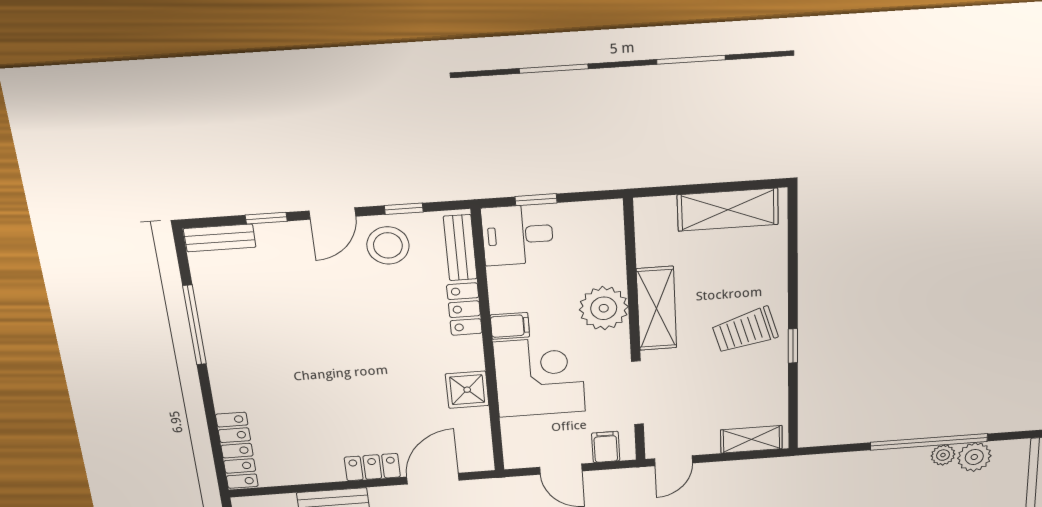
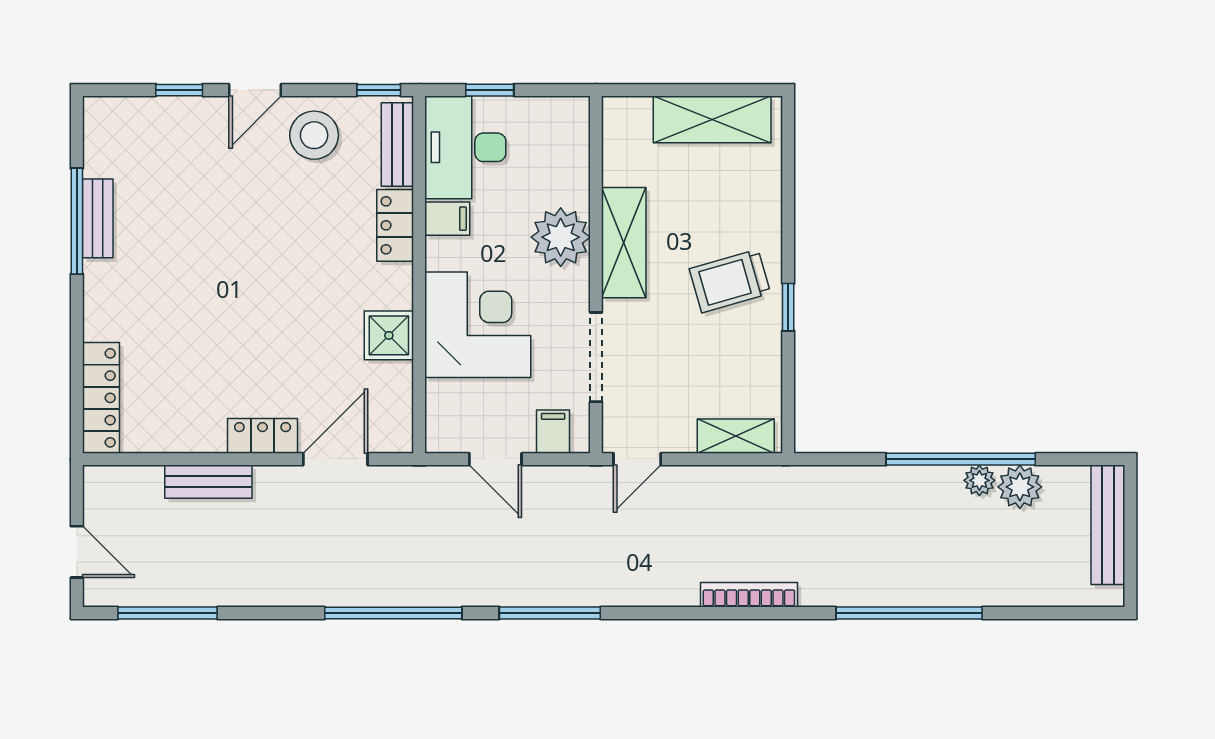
window: (404, 209) -> (379, 90), moved
desk: (518, 235) -> (465, 147), width x1.37
bench: (220, 238) -> (98, 218), moved, turned 90
filing cabinet: (510, 326) -> (447, 219), moved

